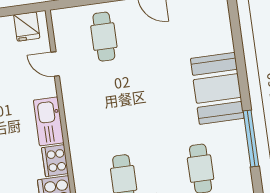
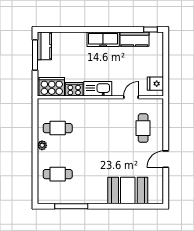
cafe table: (104, 37) -> (143, 128), turned 90
booth: (217, 88) -> (128, 190), moved

